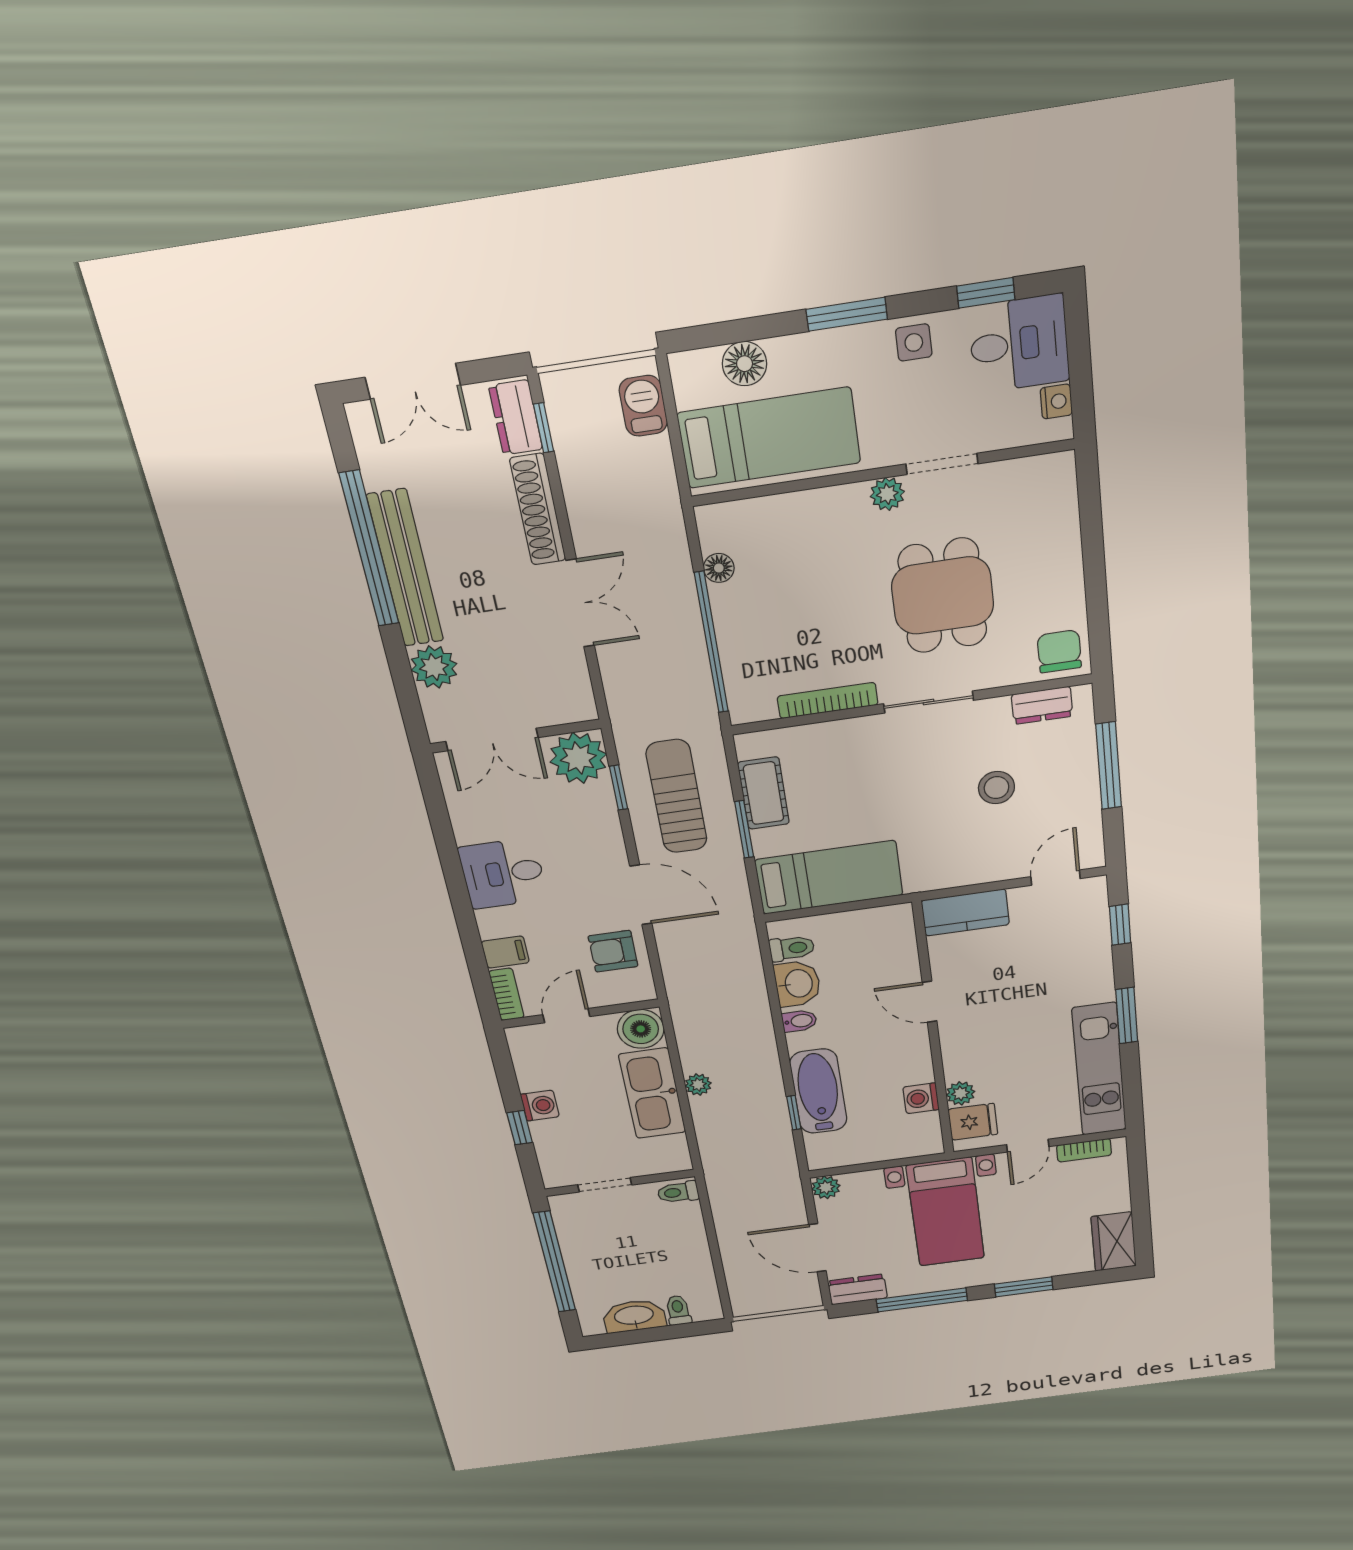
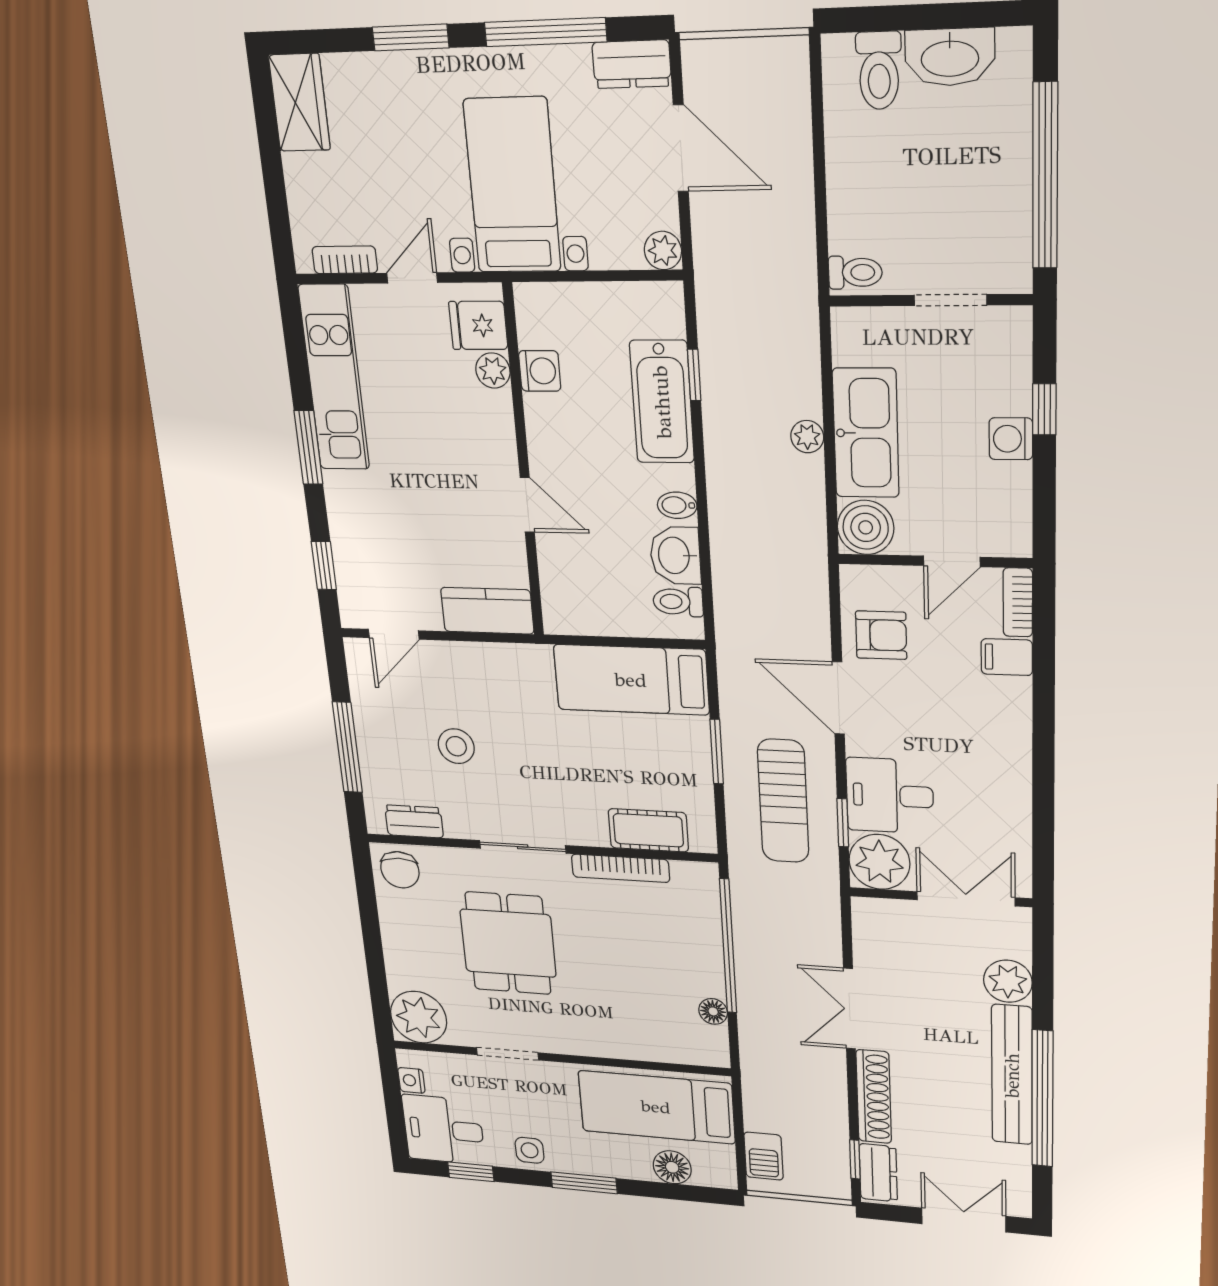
plant: (887, 494) -> (419, 1017), moved, width x1.87, depth x1.87
cot: (764, 793) -> (648, 830), moved, turned 90
desk: (503, 873) -> (890, 796), moved, turned 180
toilet: (678, 1310) -> (879, 70), width x1.37, depth x1.39

